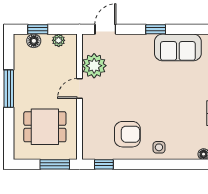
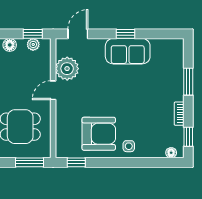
window: (38, 29) -> (33, 34), moved
sofa: (178, 47) -> (128, 51), moved
armchair: (127, 134) -> (99, 134), width x1.36, depth x1.36

